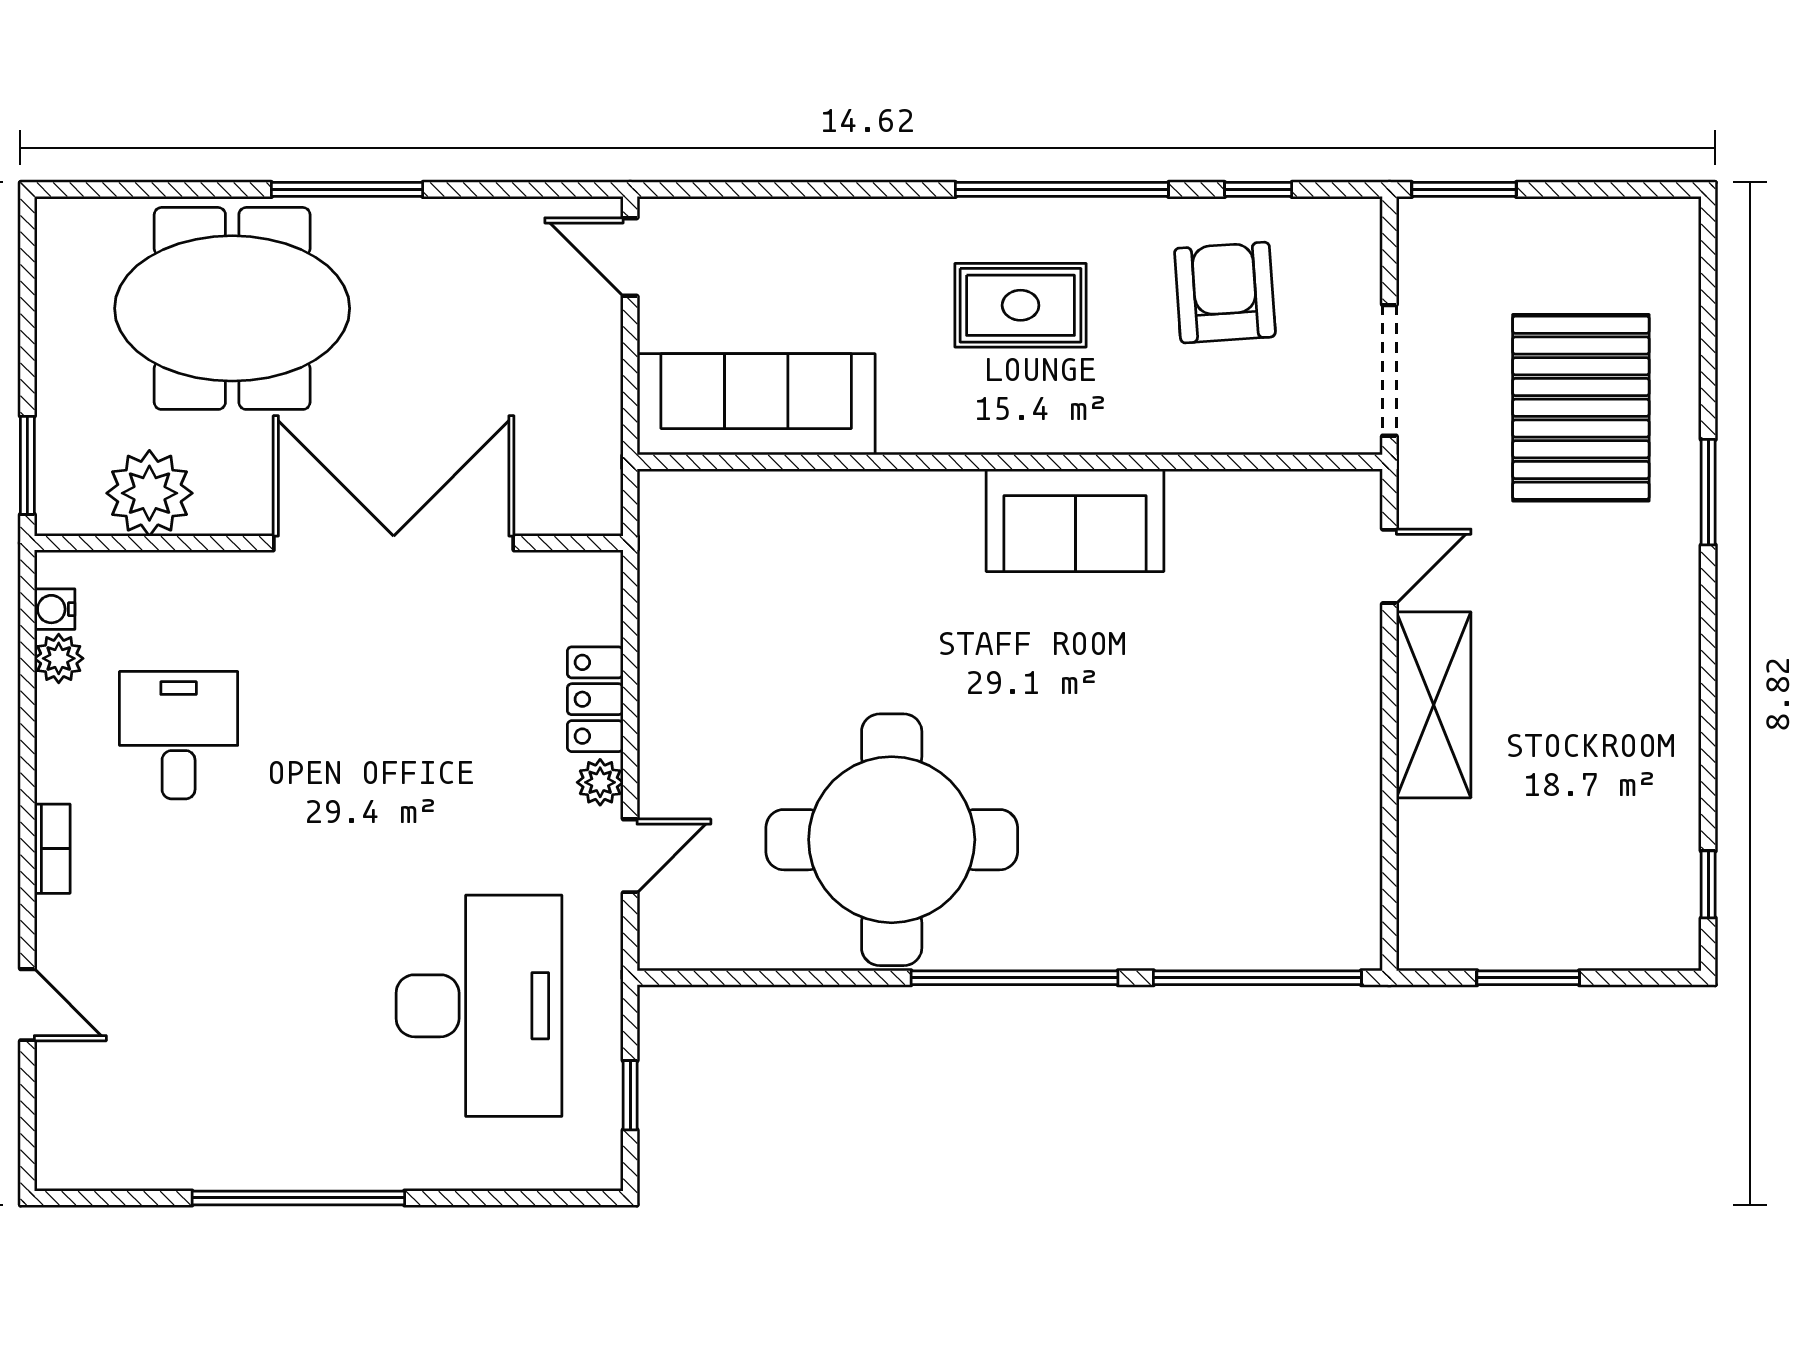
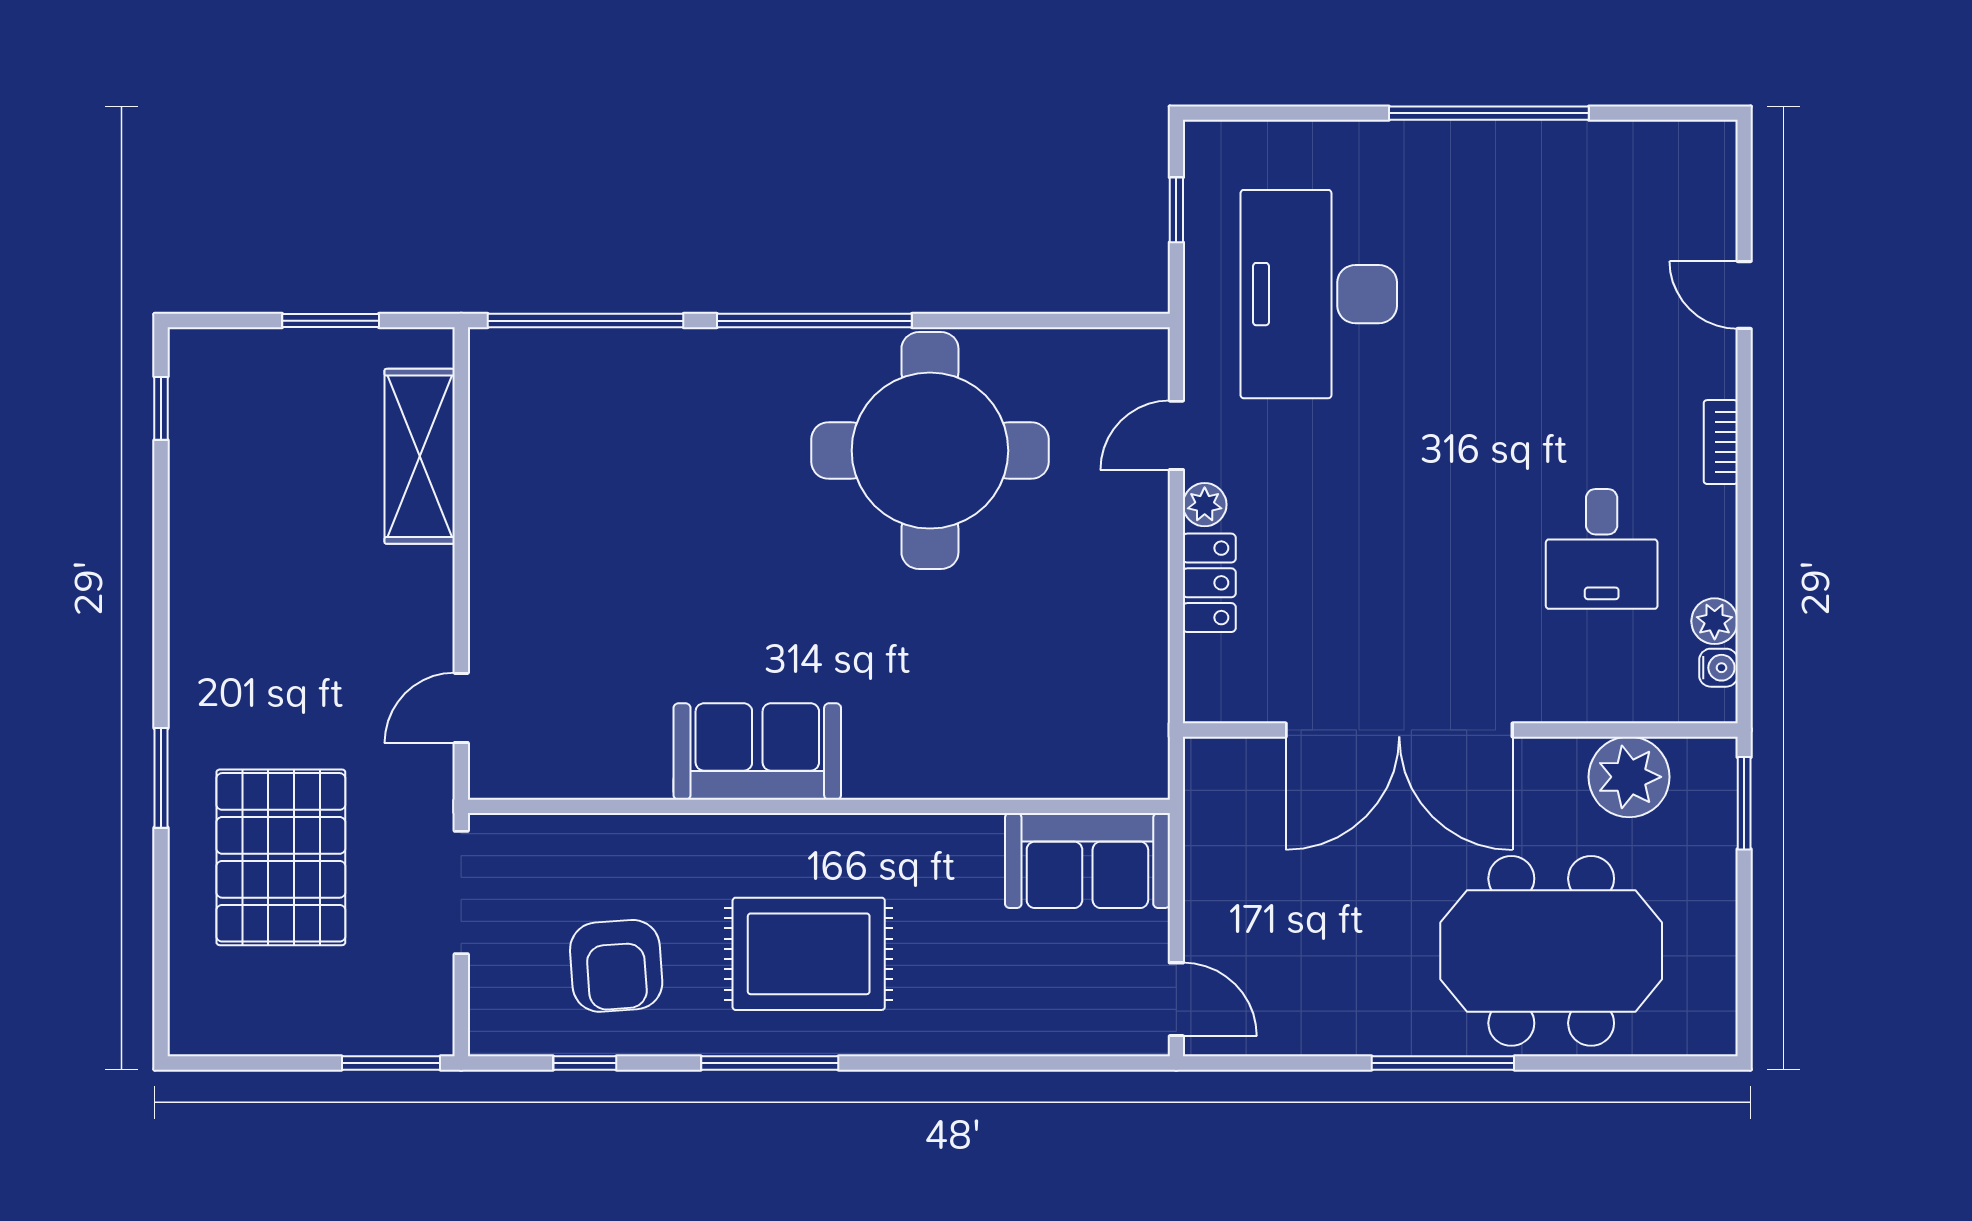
window: (1062, 189) -> (770, 1063), width x0.68
rug: (1021, 305) -> (809, 954), width x1.36, depth x1.43
sofa: (756, 404) -> (1087, 861), width x0.73
shelving: (1434, 705) -> (420, 456), moved

